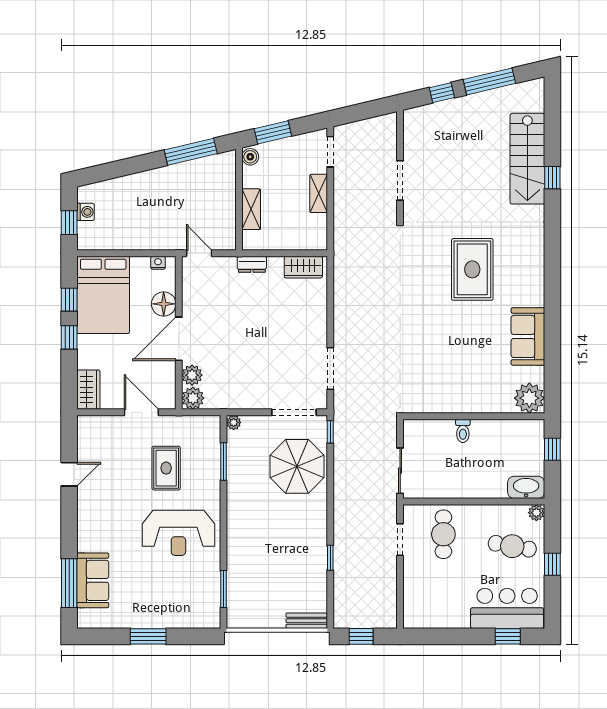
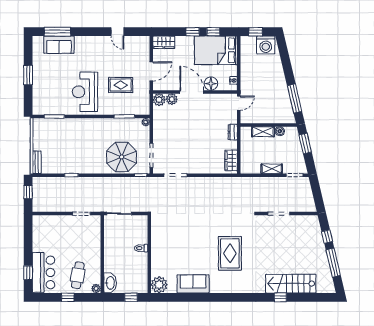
boiler: (250, 157) -> (280, 131), moved
washing machine: (86, 212) -> (266, 45), width x1.89, depth x1.89
rug: (472, 269) -> (230, 253), turned 90
cafe table: (443, 534) -> (84, 237), removed

